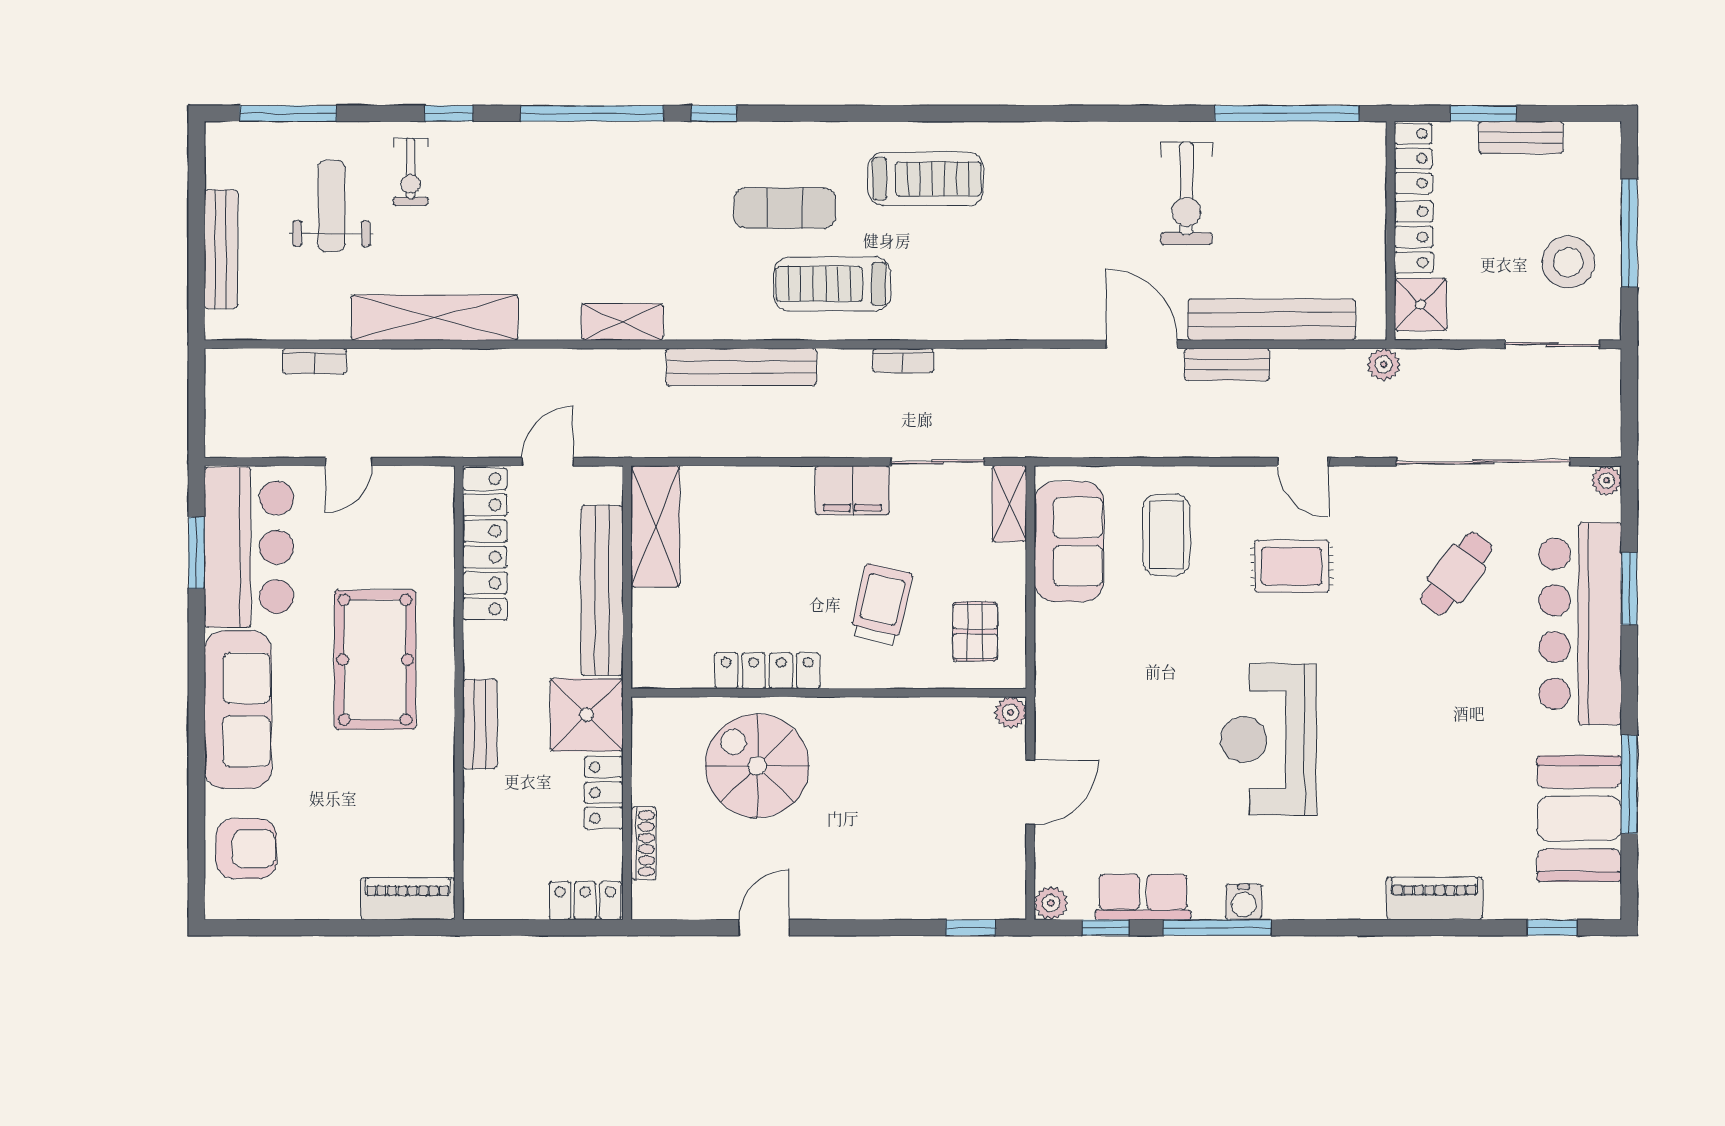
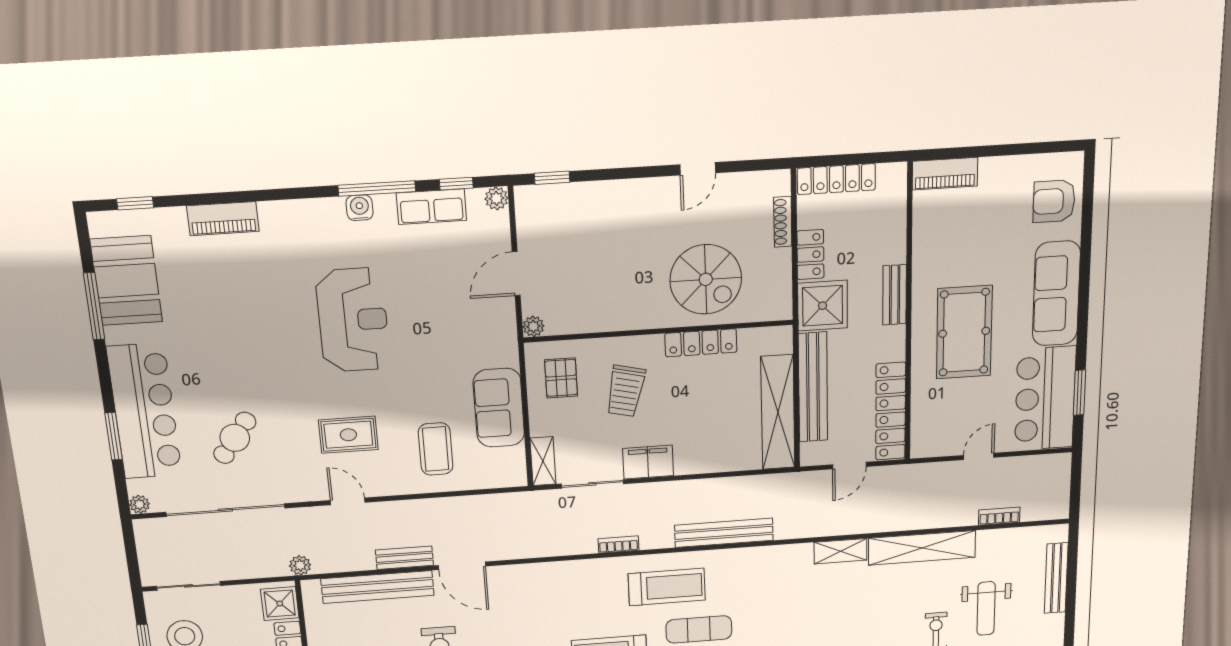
shelving: (622, 322) -> (840, 551), moved
shelving: (655, 526) -> (778, 412), width x1.47
sofa: (1069, 542) -> (499, 408), moved
locker: (585, 901) -> (836, 179), width x1.53

